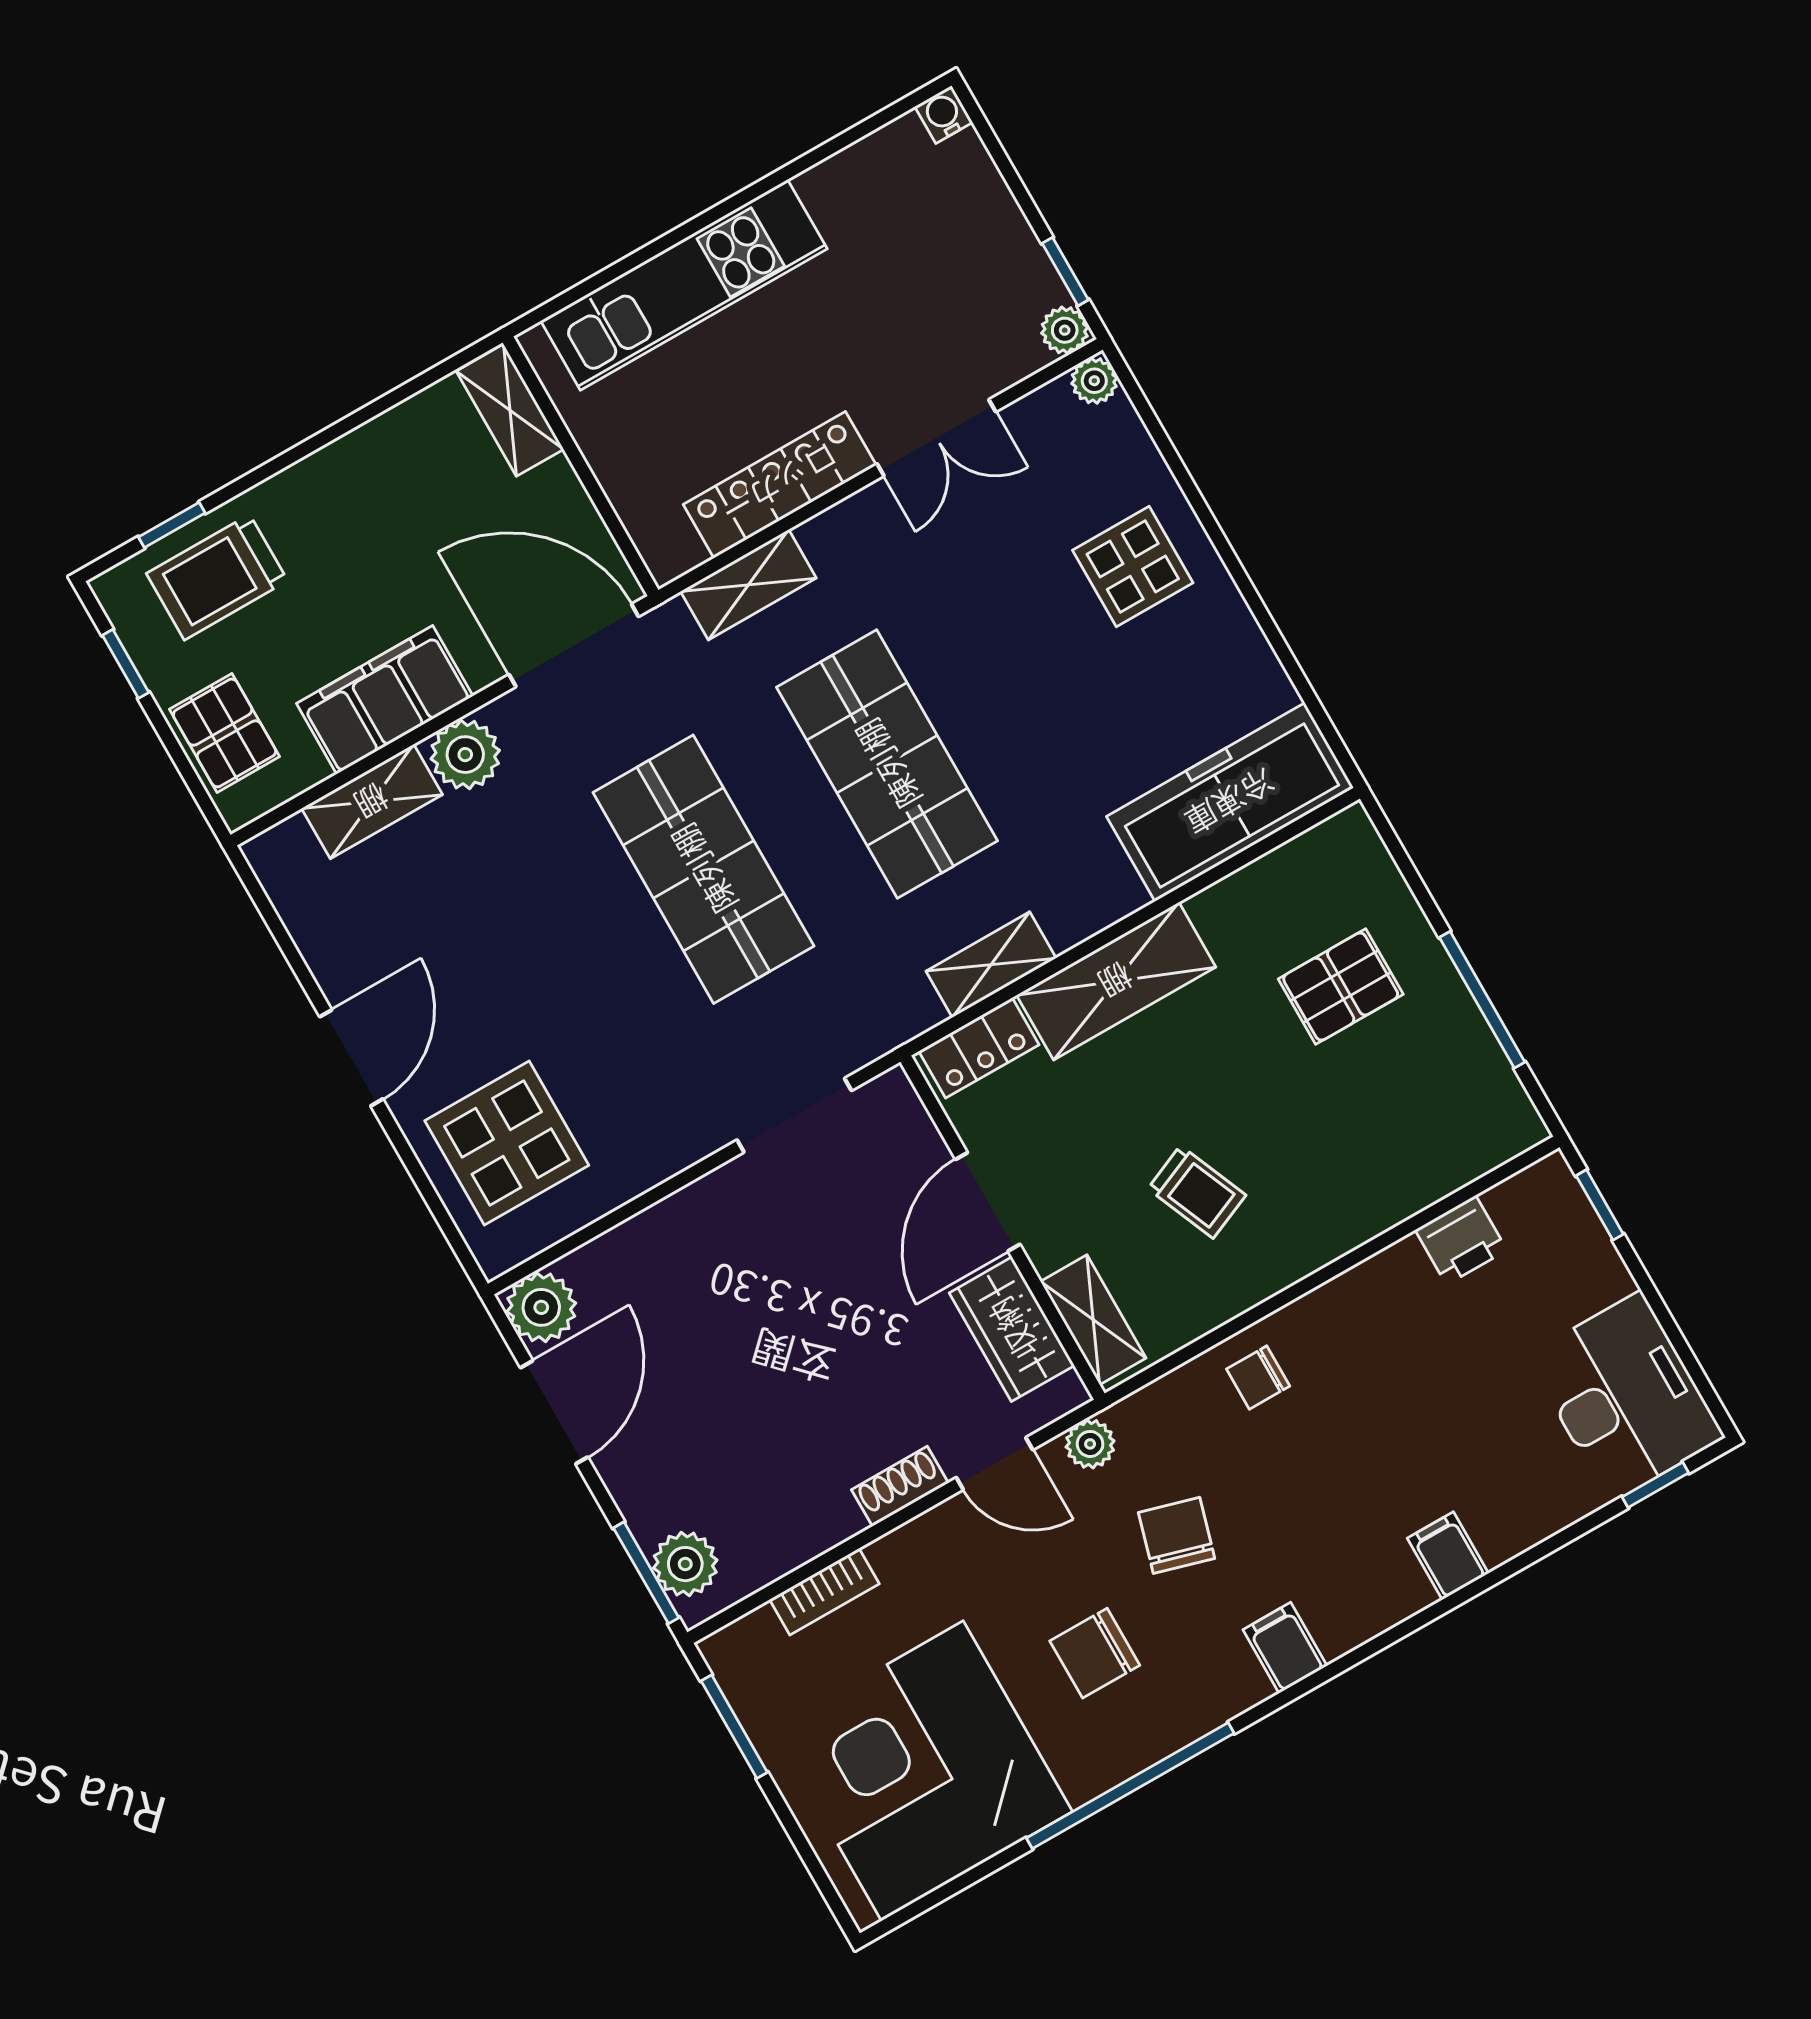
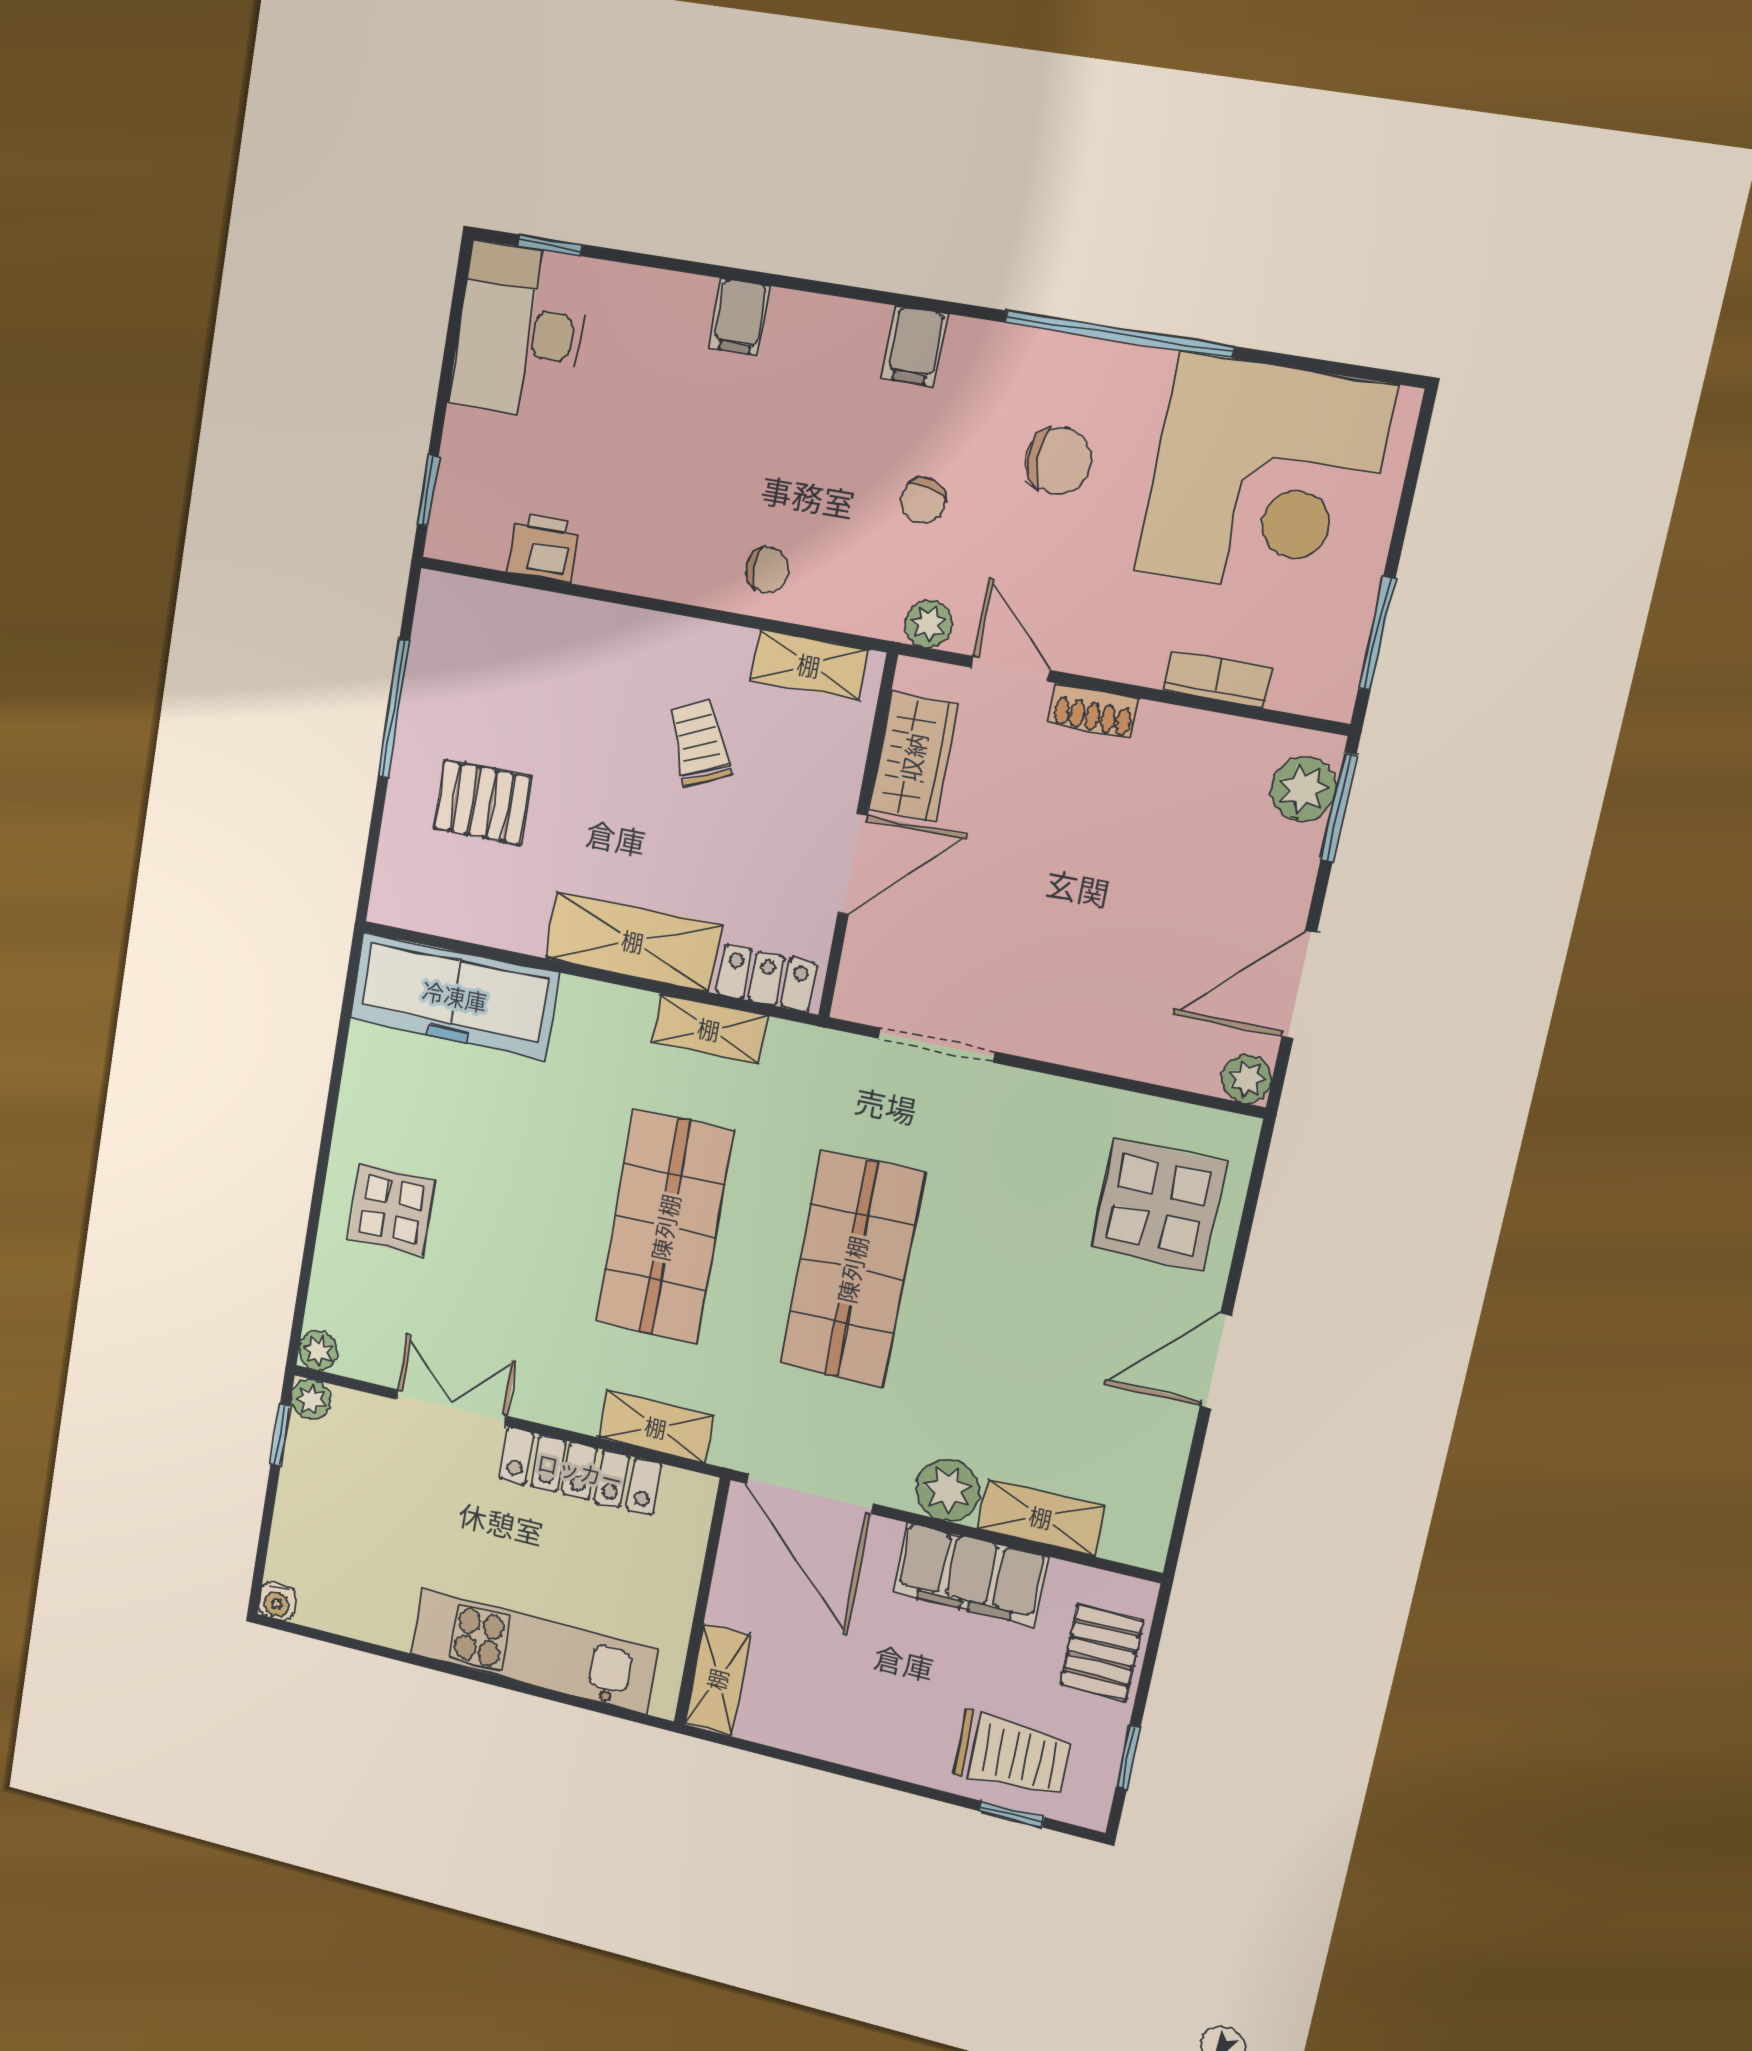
plant: (541, 1307) -> (1247, 1079), width x0.73, depth x0.73
shelving: (1093, 1320) -> (809, 665), moved, turned 90
chair: (1177, 1535) -> (923, 501), width x0.73, depth x0.73

